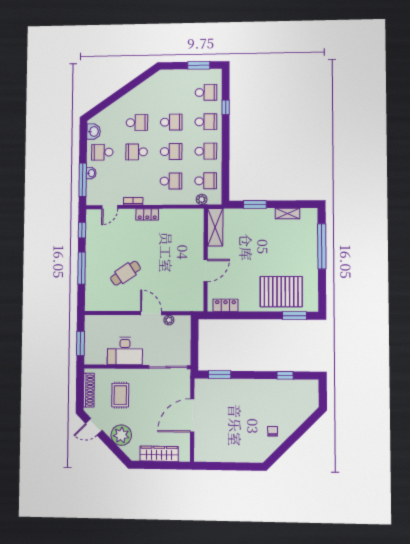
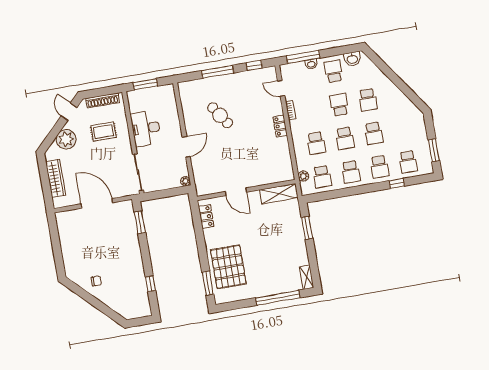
shelving: (287, 213) -> (307, 277), moved
plant: (169, 320) -> (185, 181), moved

